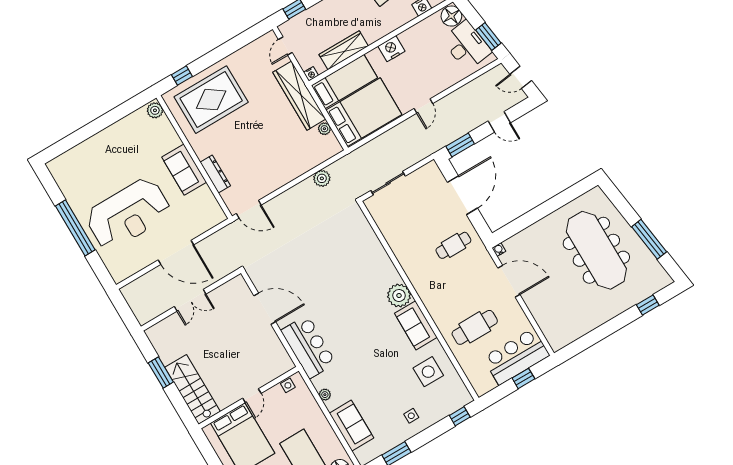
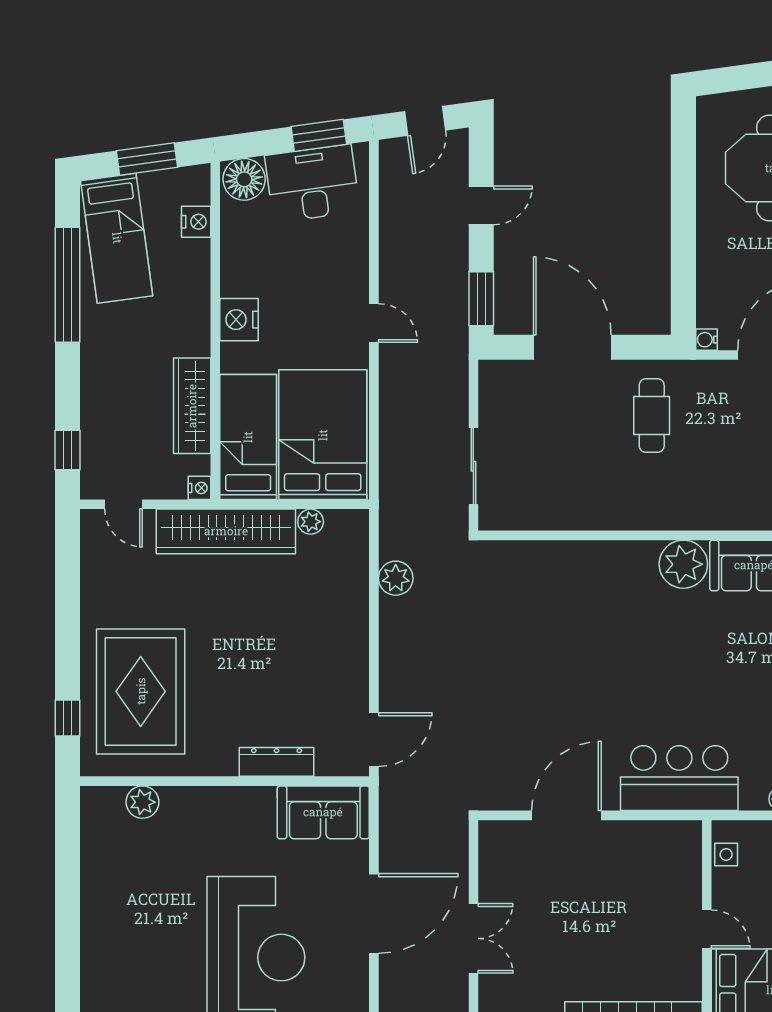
plant: (155, 110) -> (142, 802), moved
sofa: (184, 170) -> (323, 812), moved

